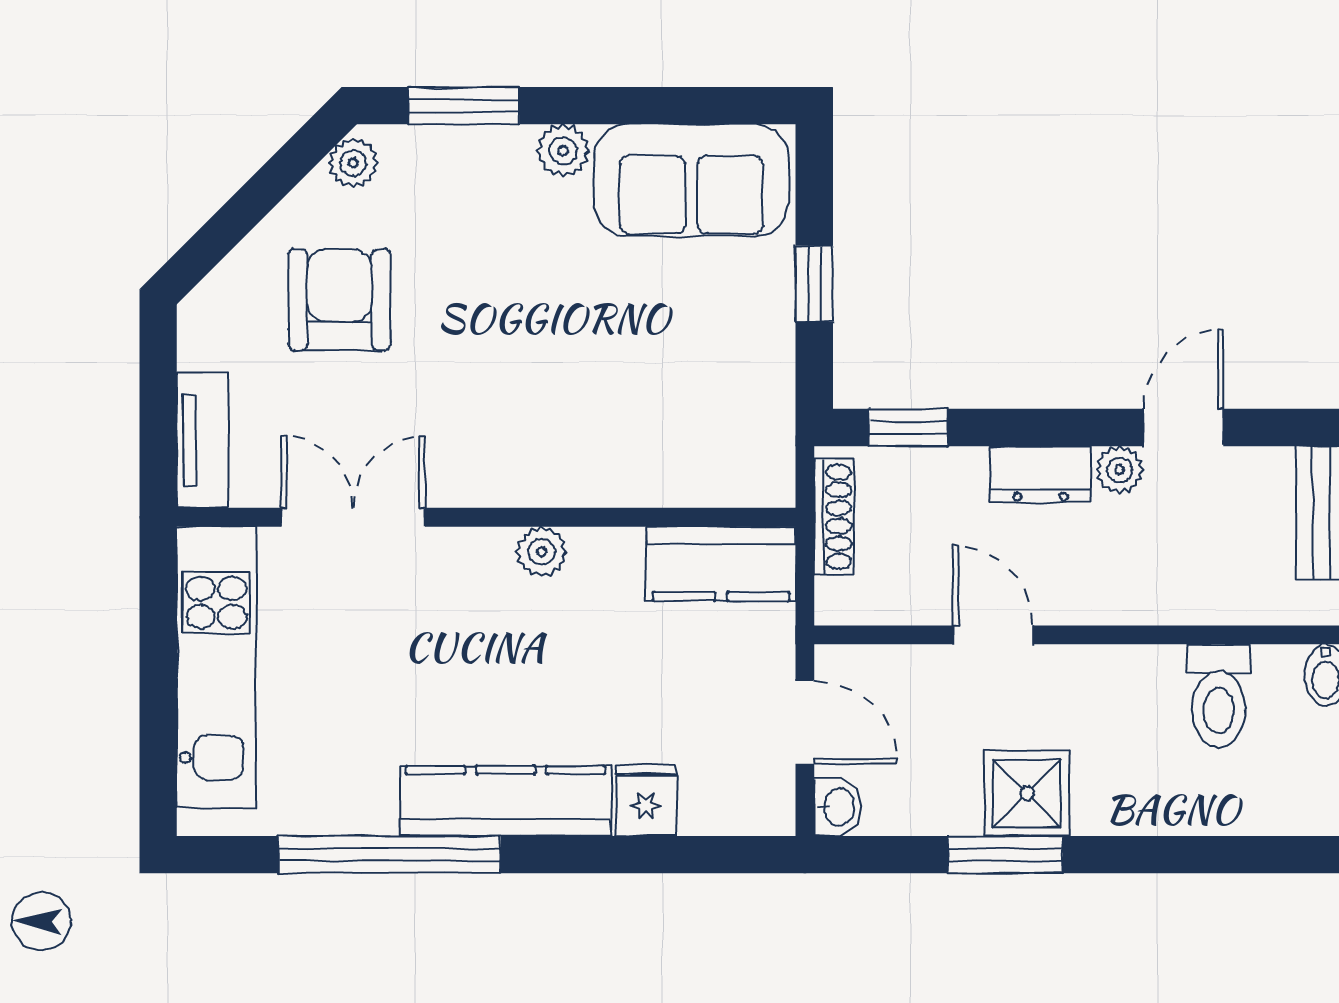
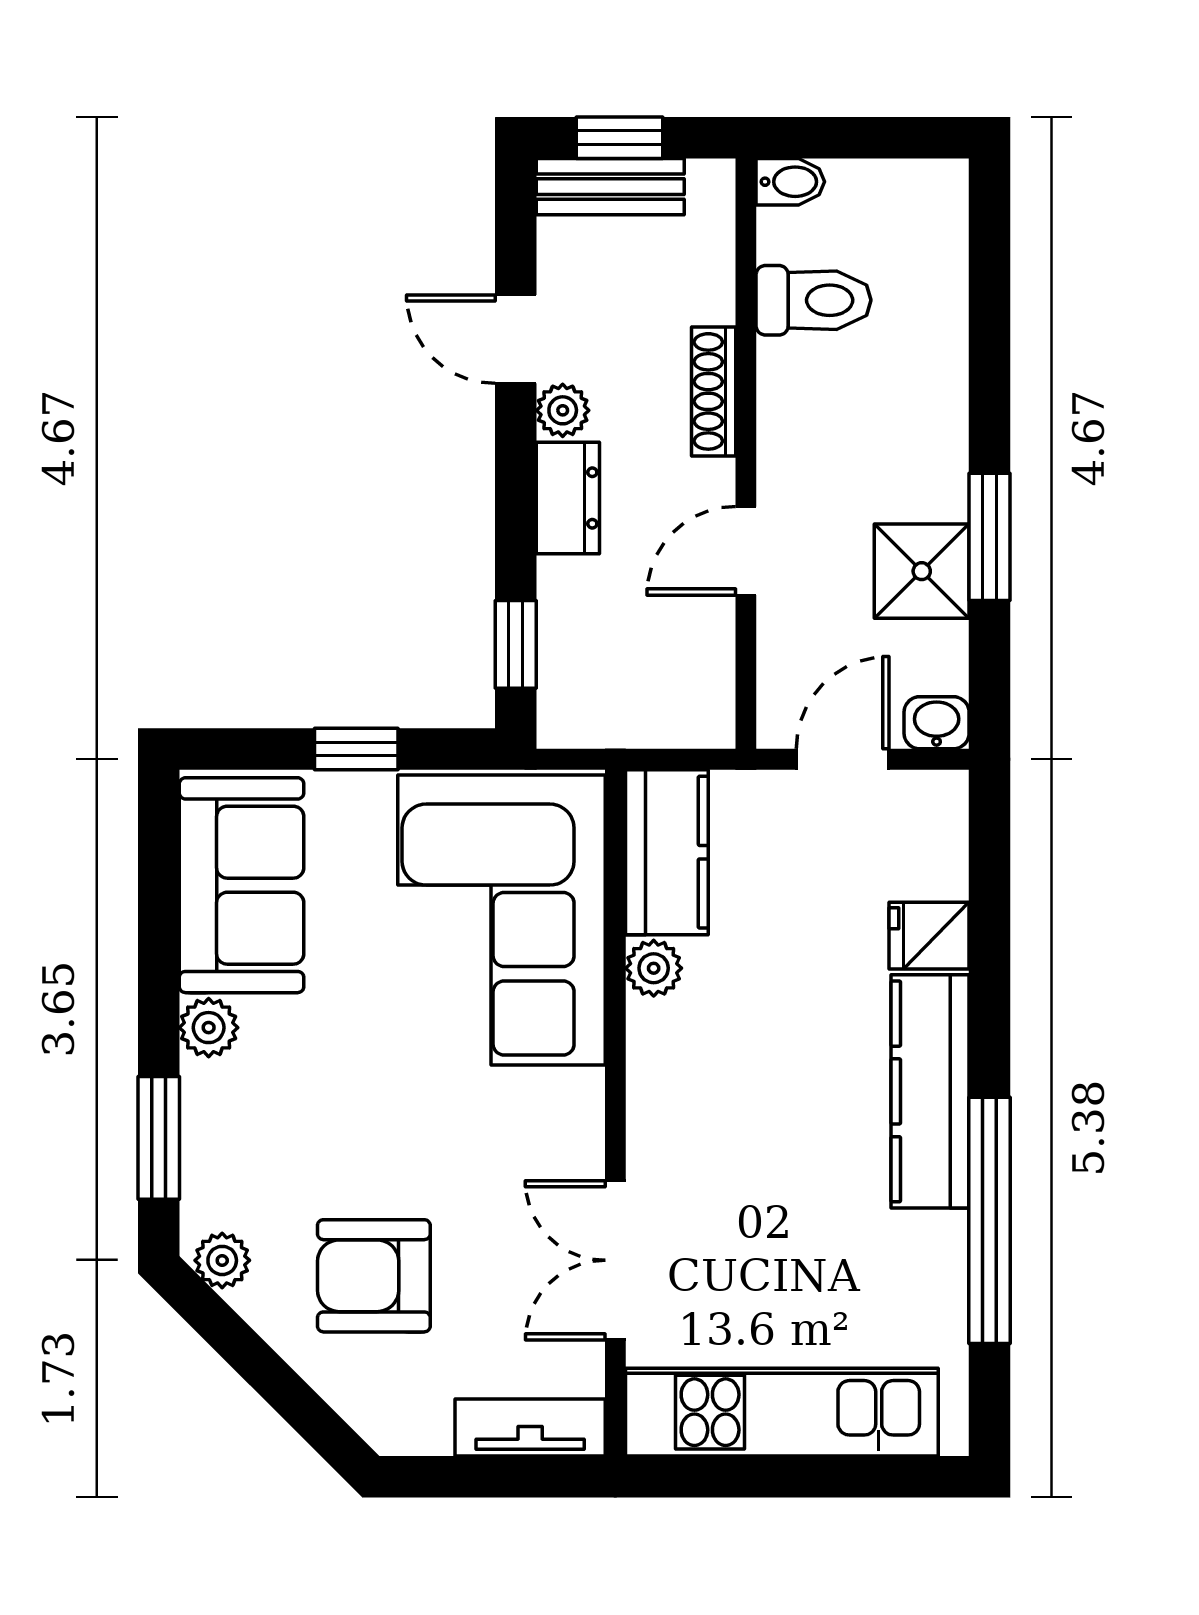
corner sofa: (660, 415) -> (501, 920), added
shoe rack: (834, 517) -> (714, 391), moved, turned -90
plant: (542, 552) -> (654, 968), moved
shower: (1027, 793) -> (922, 571), moved

